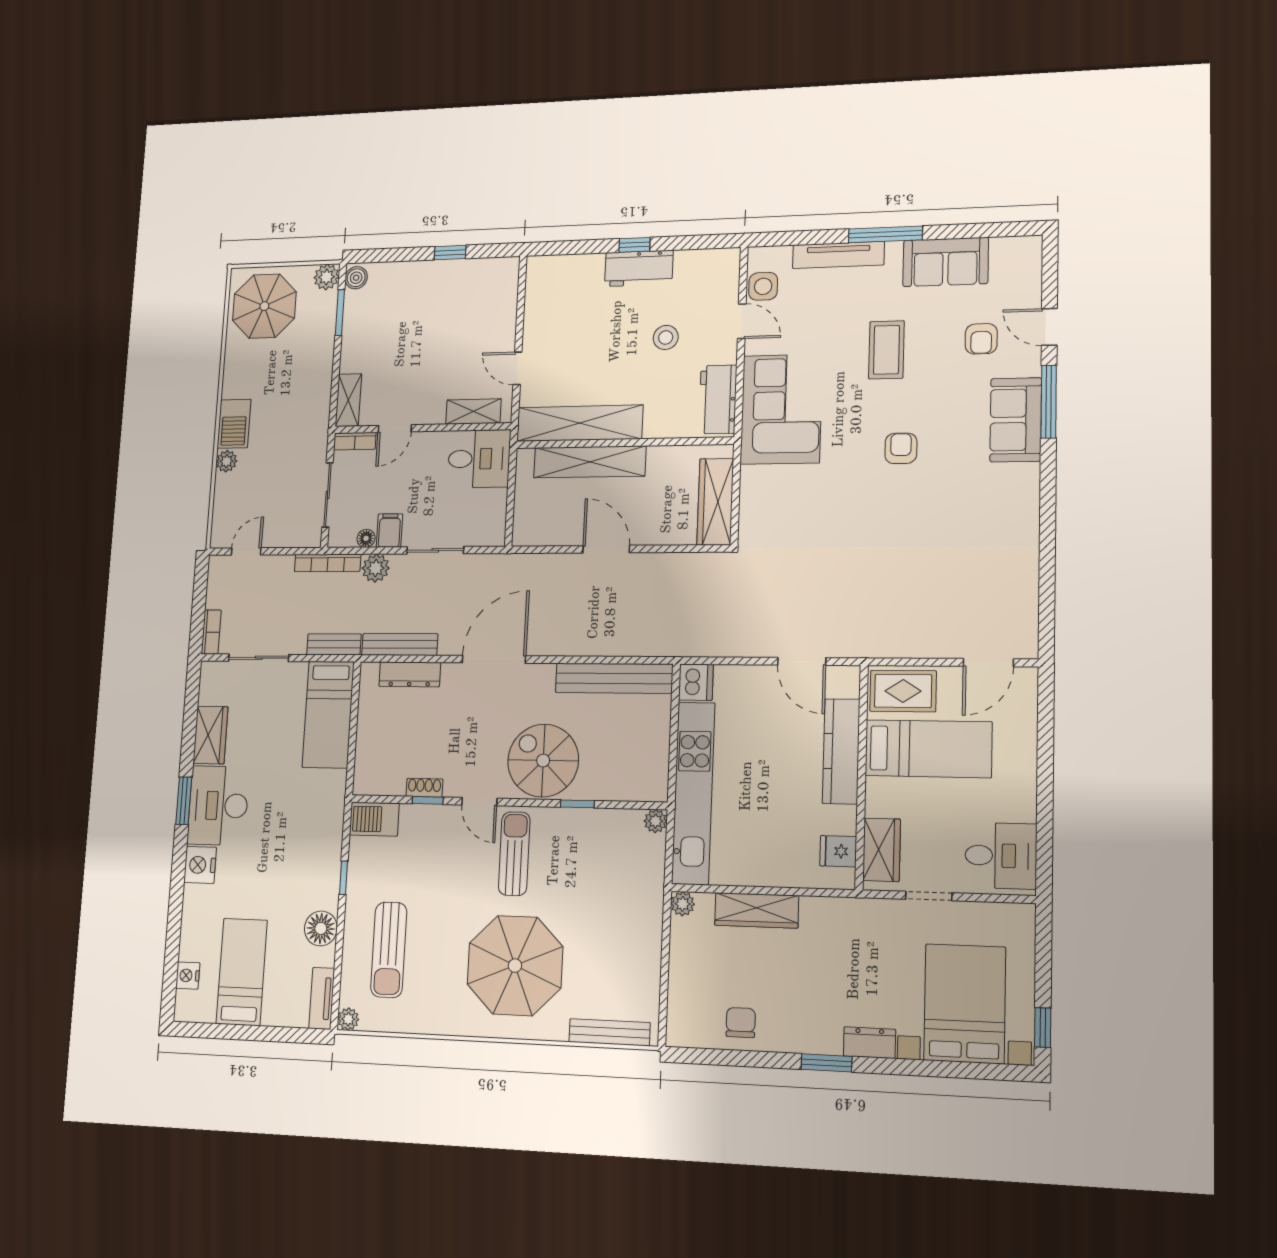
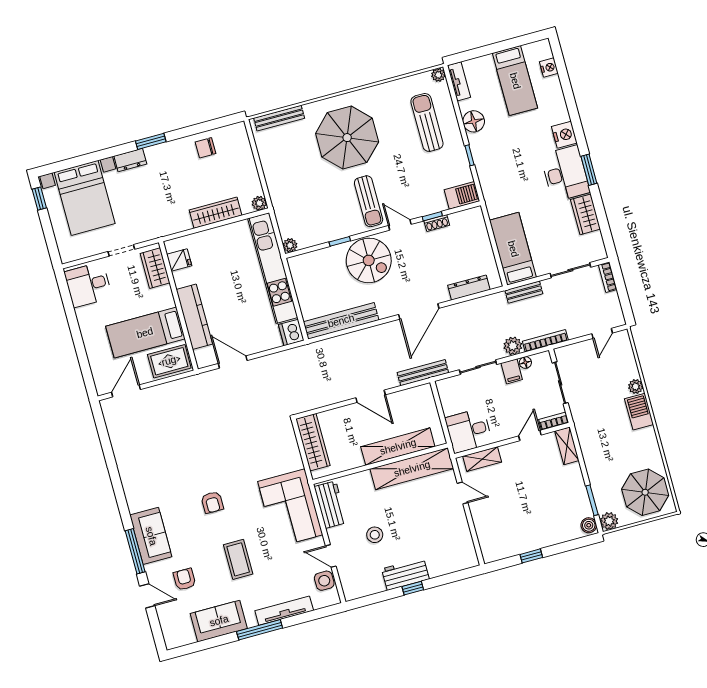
bench: (400, 644) -> (423, 373), moved
chair: (741, 1022) -> (205, 148), turned 90

